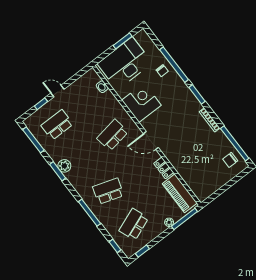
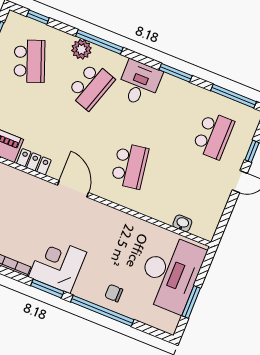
corner desk: (141, 103) -> (57, 265), moved, turned 180
door: (151, 141) -> (73, 189), hinge flipped
plant: (64, 166) -> (81, 49), moved
desk: (81, 177) -> (139, 83), added

